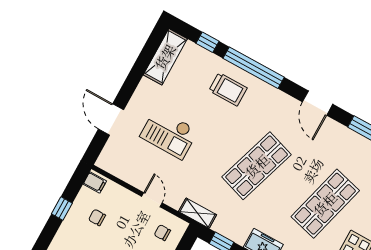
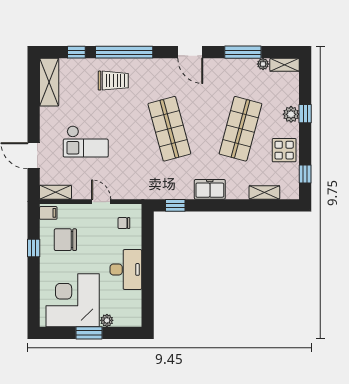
shop shelf: (257, 166) -> (169, 129), turned -33
shelving: (198, 213) -> (55, 192), moved
chair: (97, 217) -> (65, 240), width x1.87, depth x1.87

